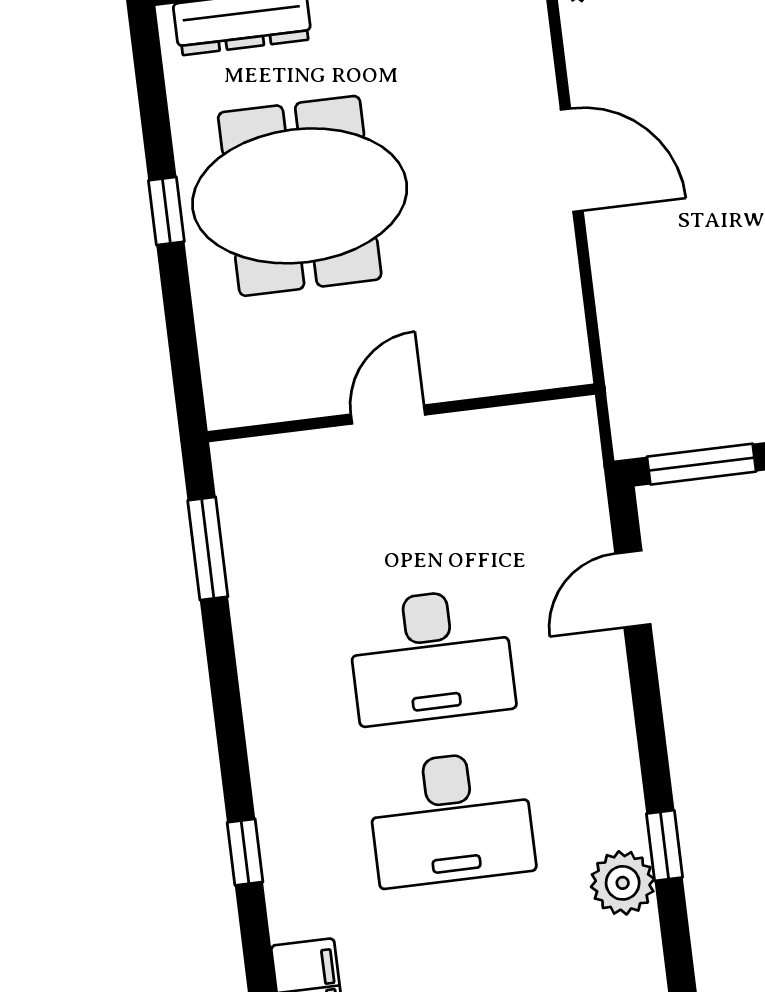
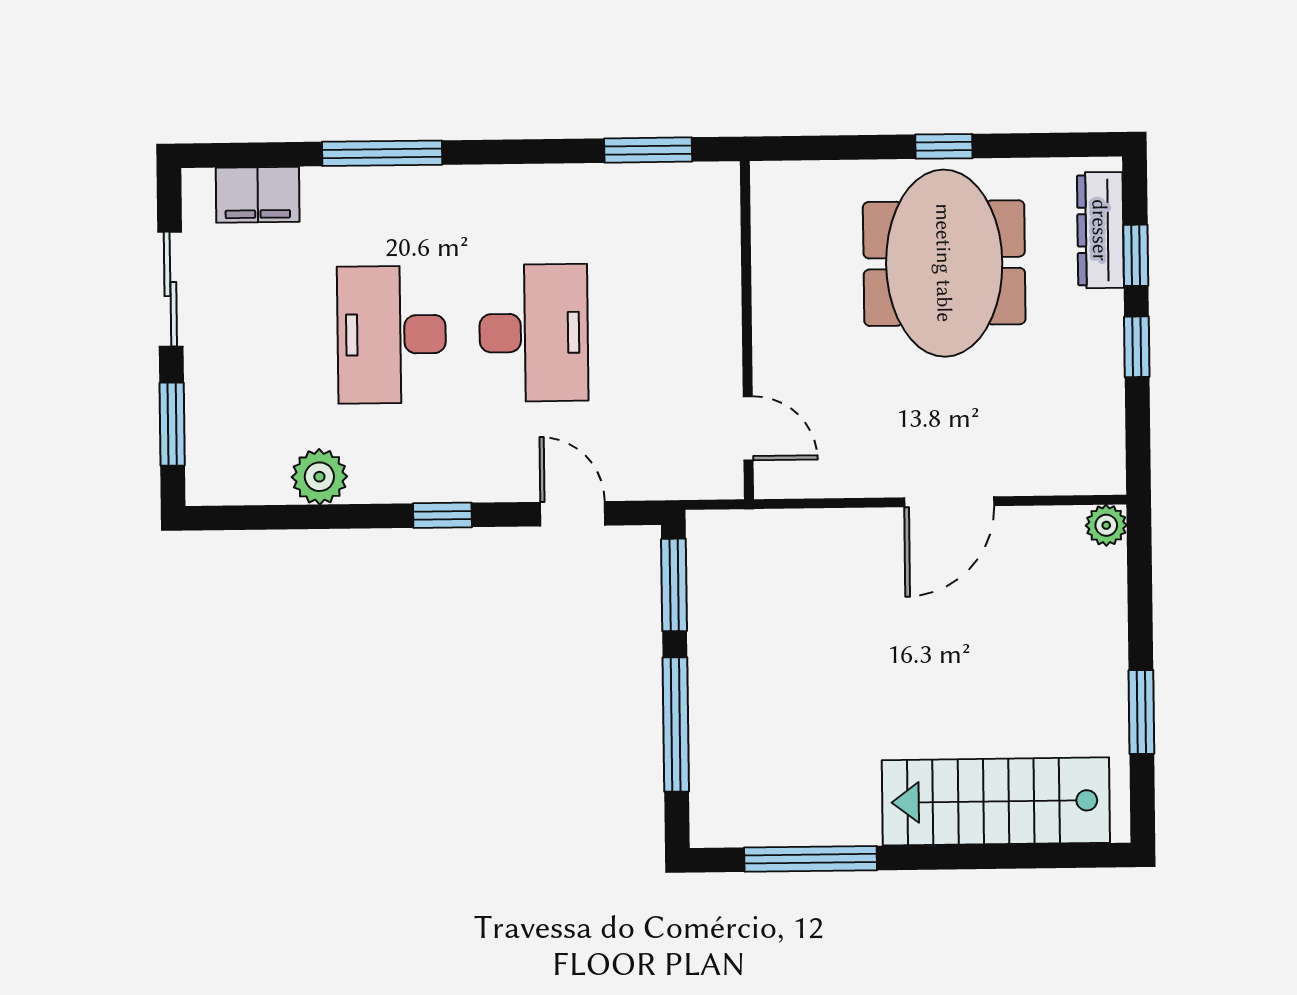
door: (388, 415) -> (748, 428), moved
desk: (431, 656) -> (534, 333), turned 180
window: (664, 846) -> (442, 515), moved
window: (245, 852) -> (382, 153), width x2.17

